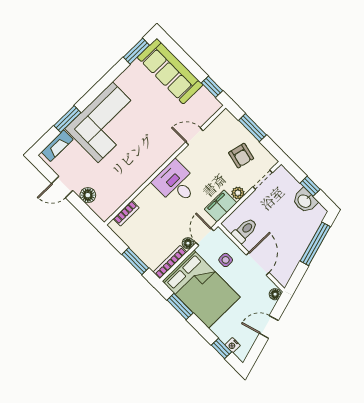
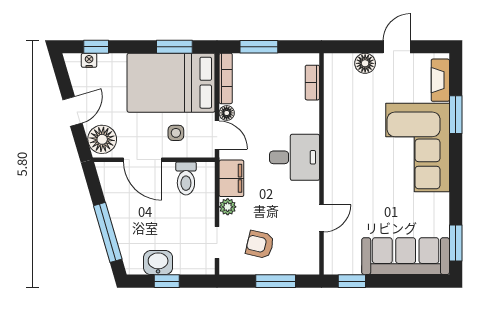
floor lamp: (275, 294) -> (102, 139), width x1.89, depth x1.89

